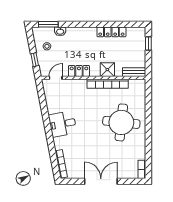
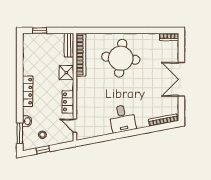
locker: (111, 32) -> (28, 91), moved
window: (35, 60) -> (43, 150), moved
bookcase: (108, 84) -> (81, 55), moved

